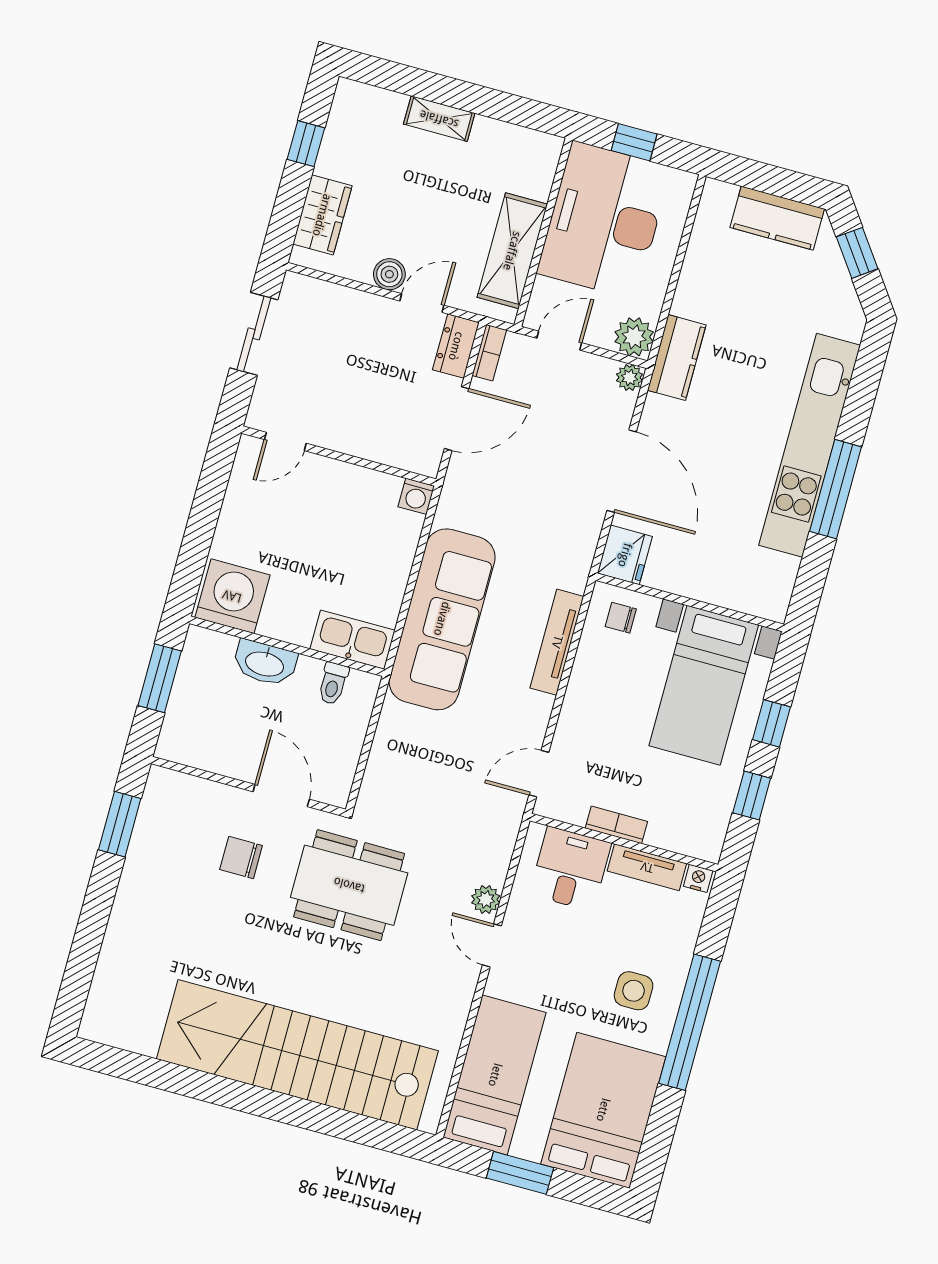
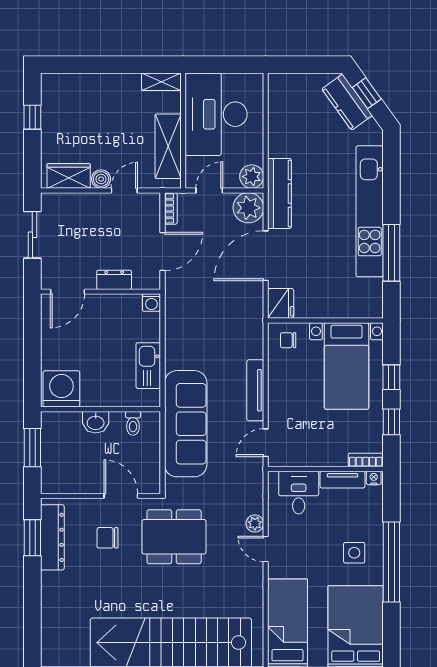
shelving: (439, 119) -> (161, 82), moved
window: (634, 142) -> (221, 65), removed
wardrobe: (322, 215) -> (69, 176), moved, turned -90
kitchen counter: (777, 218) -> (347, 102), moved, turned 54
dresser: (456, 346) -> (114, 280), moved, turned 90
kitchen counter: (677, 358) -> (279, 193), width x1.50
plant: (630, 378) -> (248, 208), width x1.88, depth x1.88
door: (285, 441) -> (67, 292), width x1.38
door: (622, 471) -> (266, 256), swing flipped
window: (836, 489) -> (391, 253), moved
sofa: (442, 619) -> (186, 424), moved
kitchen sink: (353, 640) -> (148, 366), moved, turned -90
tv unit: (557, 642) -> (255, 390), moved
washbasin: (265, 663) -> (96, 422), width x0.72
bookcase: (616, 825) -> (366, 460), moved
dresser: (152, 832) -> (52, 537), added

